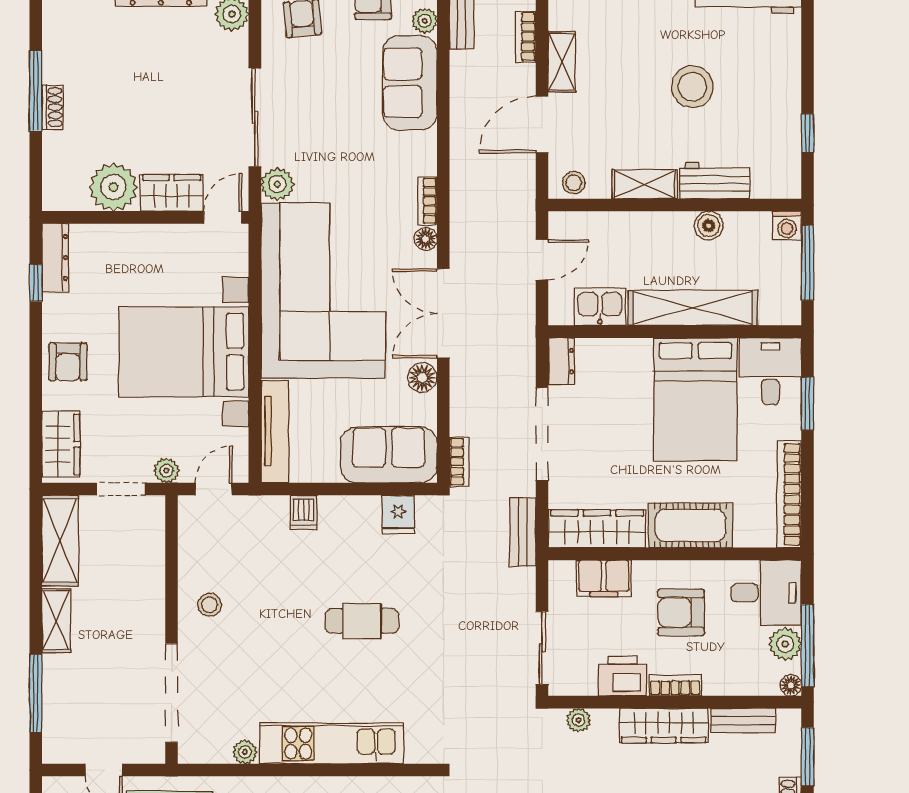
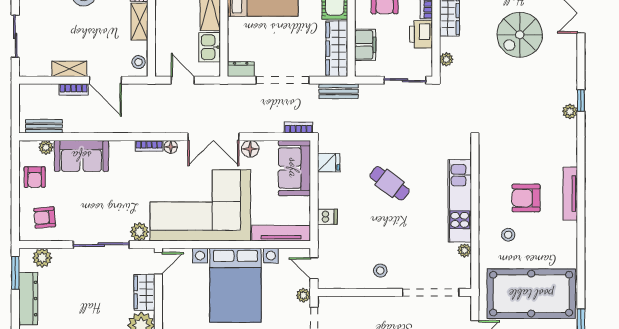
bookcase: (526, 37) -> (74, 90), moved
door: (223, 217) -> (158, 263), swing flipped
cafe table: (362, 621) -> (390, 183), turned -53

